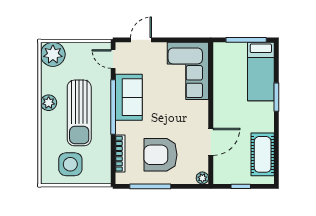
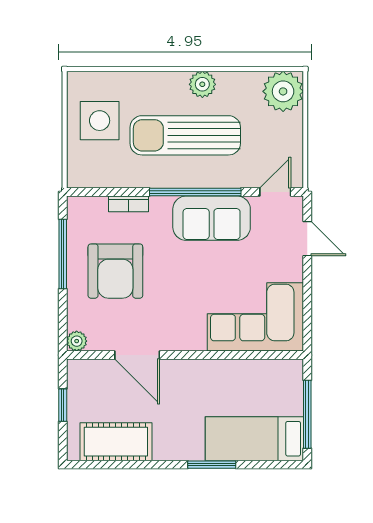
bookcase: (120, 154) -> (129, 204), width x0.64
armchair: (160, 155) -> (115, 271), turned 180

